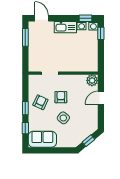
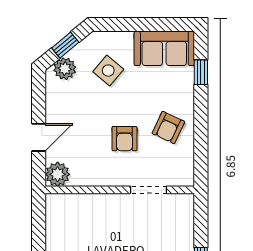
window: (25, 108) -> (201, 115), removed
side table: (63, 118) -> (108, 71), moved
plant: (89, 130) -> (65, 69), added

